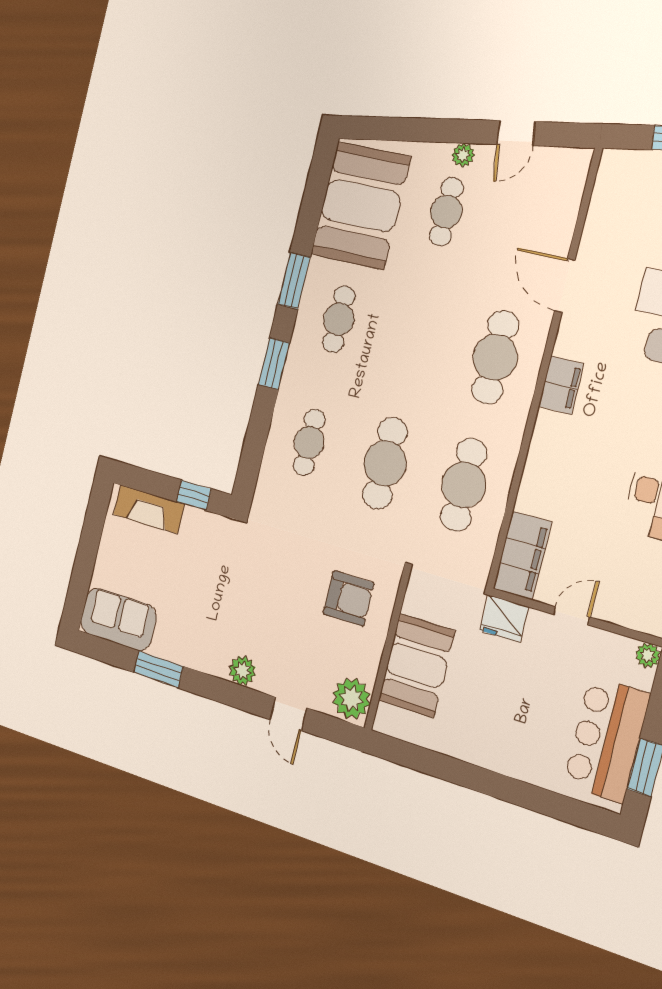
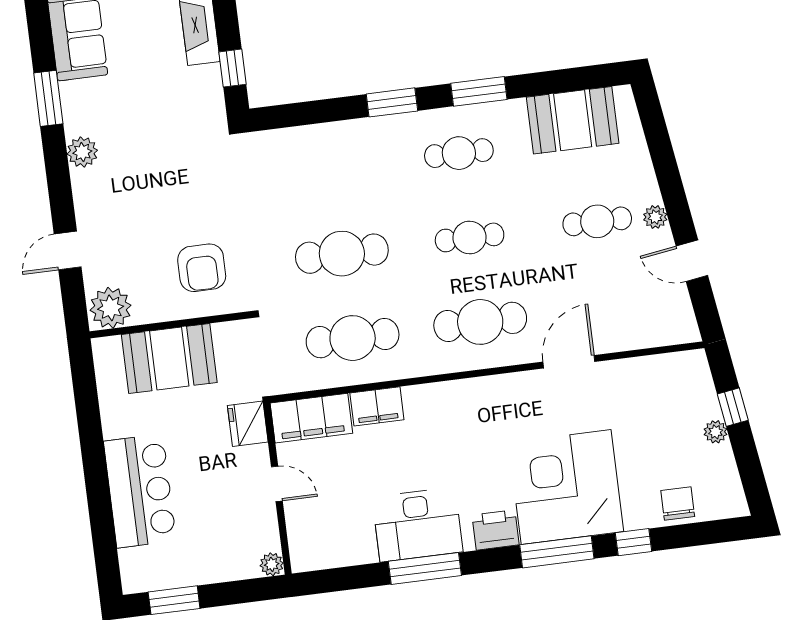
booth: (361, 206) -> (573, 120), width x0.73, depth x0.70
filing cabinet: (561, 385) -> (377, 406), moved
cafe table: (309, 442) -> (470, 237), moved
plant: (242, 671) -> (82, 152), moved
bar counter: (606, 739) -> (140, 491), moved, turned 90

